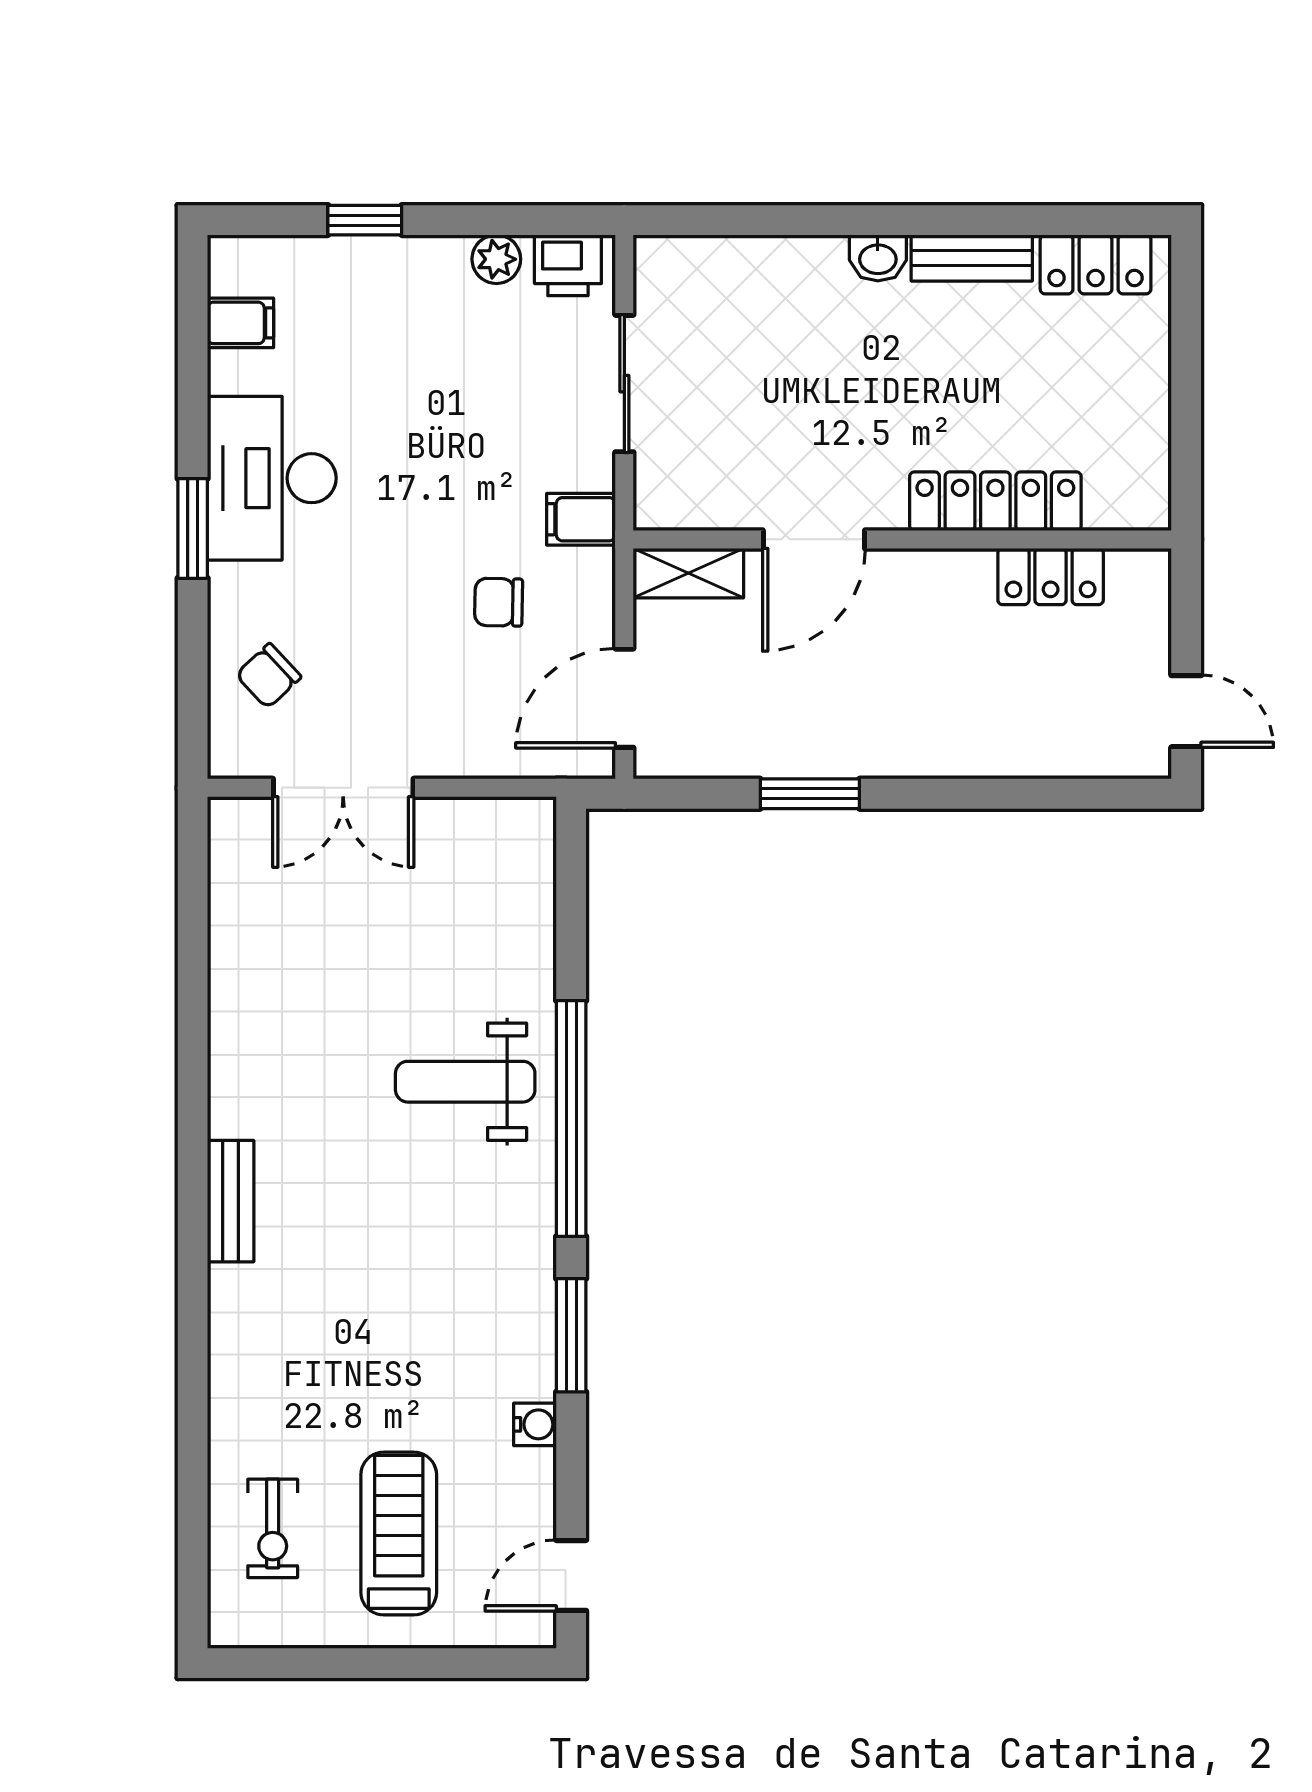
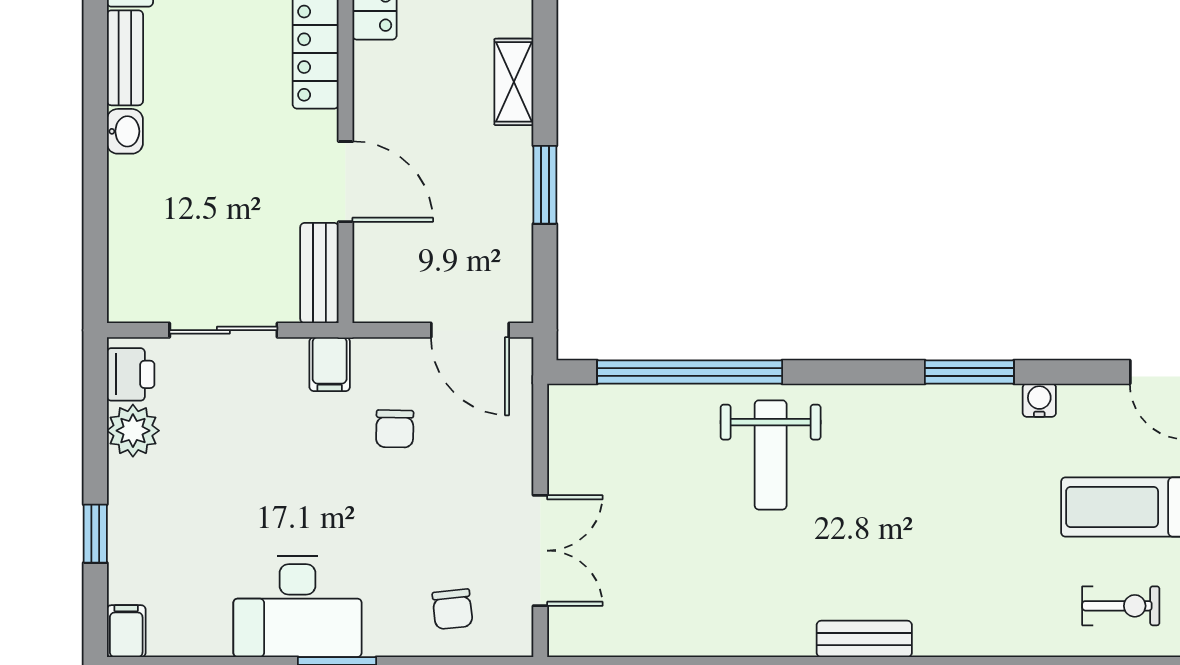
plant: (496, 259) -> (133, 431), width x1.38, depth x1.38
filing cabinet: (240, 323) -> (126, 631), moved
bench: (697, 506) -> (319, 273), added
shelving: (688, 573) -> (514, 82), moved
chair: (268, 676) -> (452, 609), turned 37
window: (571, 1119) -> (690, 372), moved

